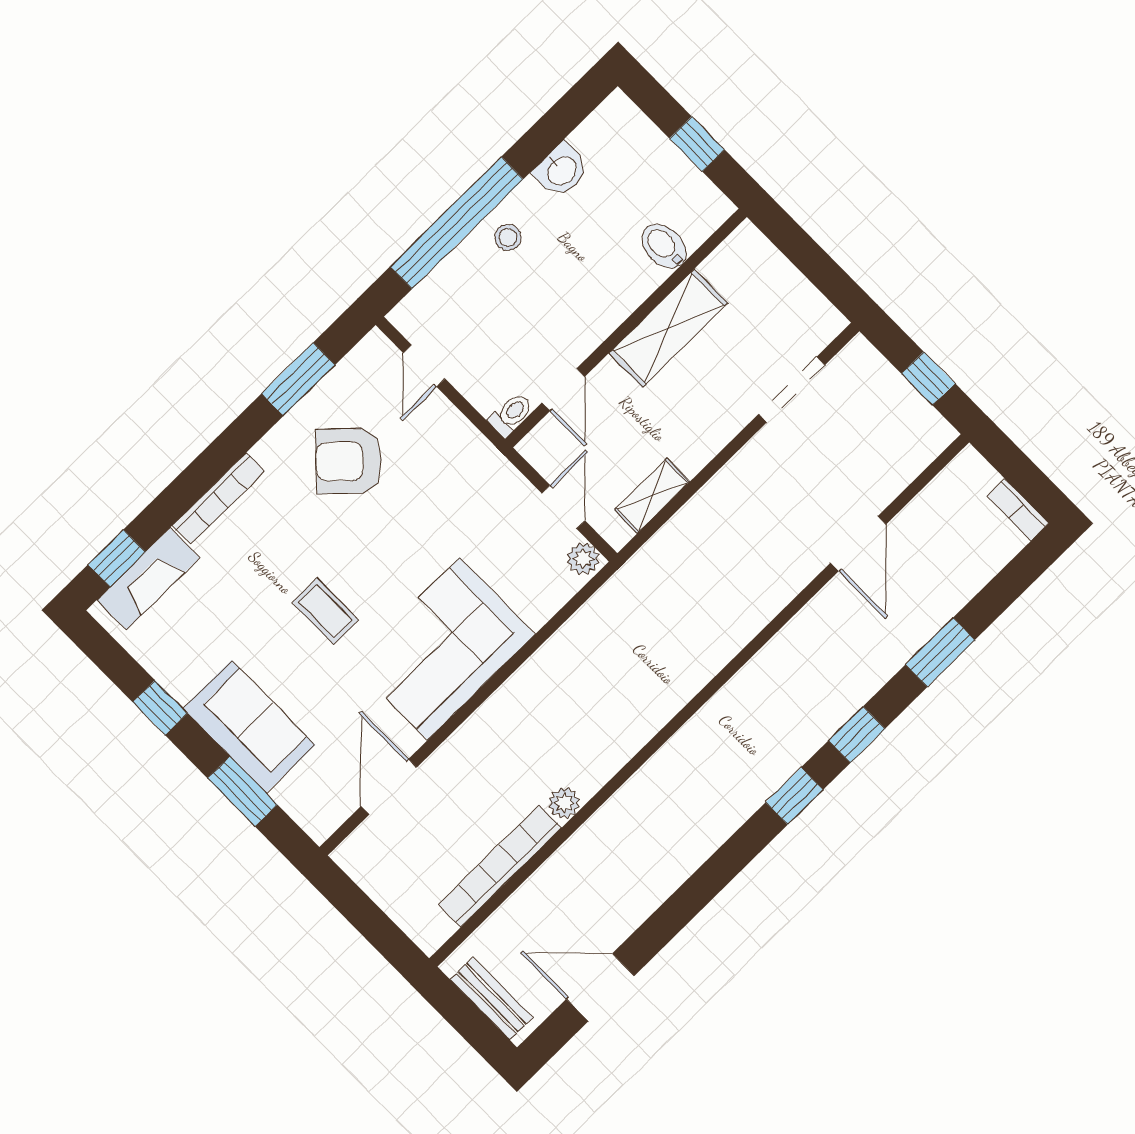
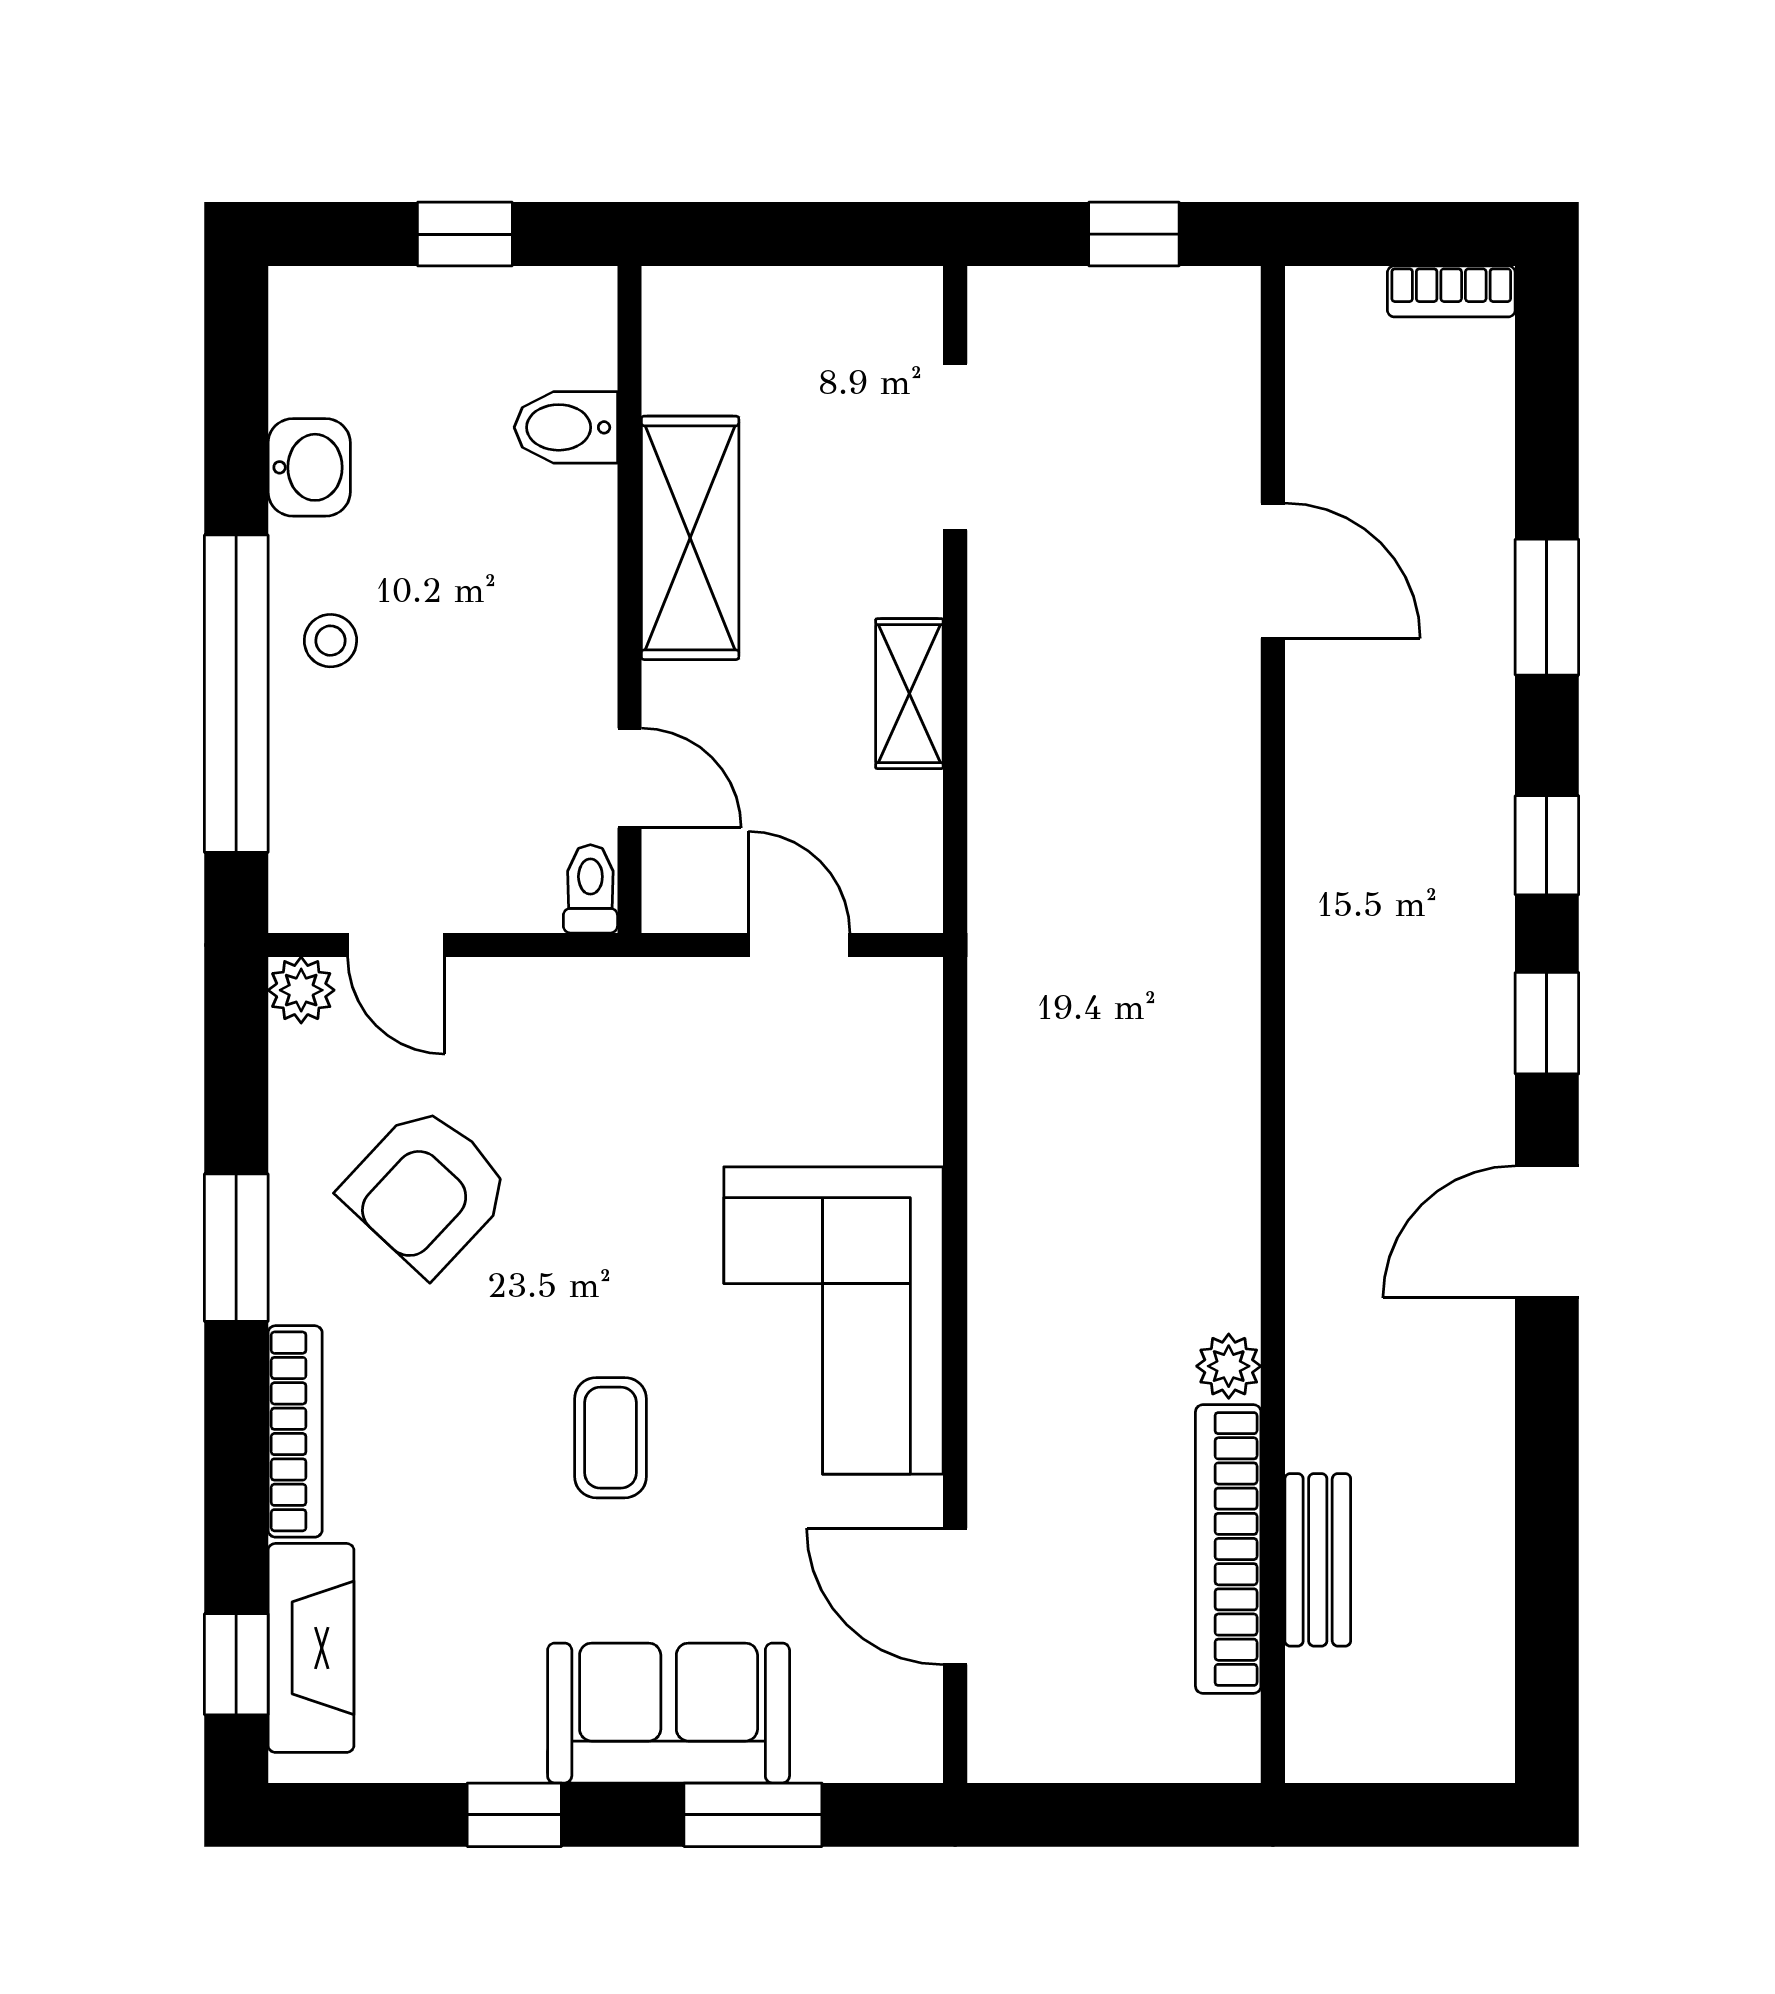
window: (298, 379) -> (236, 1248), moved
shelving: (652, 496) -> (909, 694), moved
plant: (583, 559) -> (301, 990), moved
coffee table: (325, 611) -> (610, 1438), turned 90
door: (600, 987) -> (1547, 1232), moved
bench: (491, 998) -> (1318, 1560), moved, turned 90

